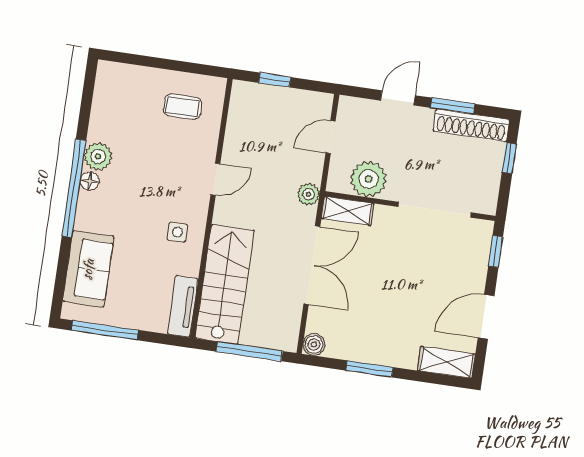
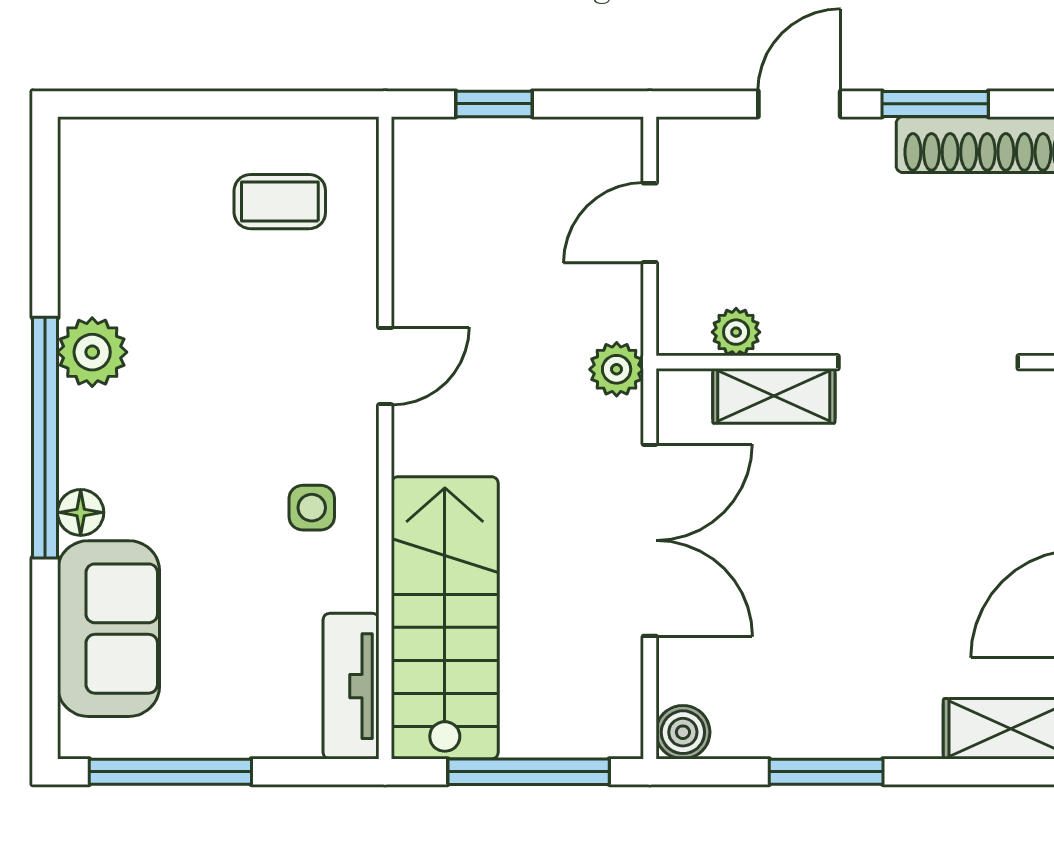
plant: (369, 179) -> (736, 332), width x0.53, depth x0.53
floor lamp: (90, 181) -> (81, 512), moved
shelving: (348, 211) -> (774, 396), moved

